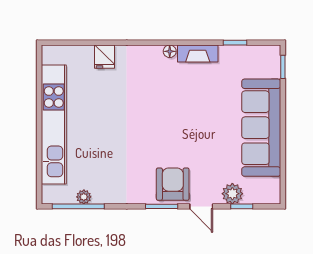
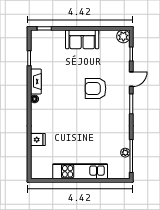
kitchen unit: (54, 124) -> (80, 171), width x0.73
sofa: (261, 128) -> (82, 39), width x0.54, depth x0.79
armchair: (173, 184) -> (96, 88), moved
plant: (232, 194) -> (123, 36), moved

